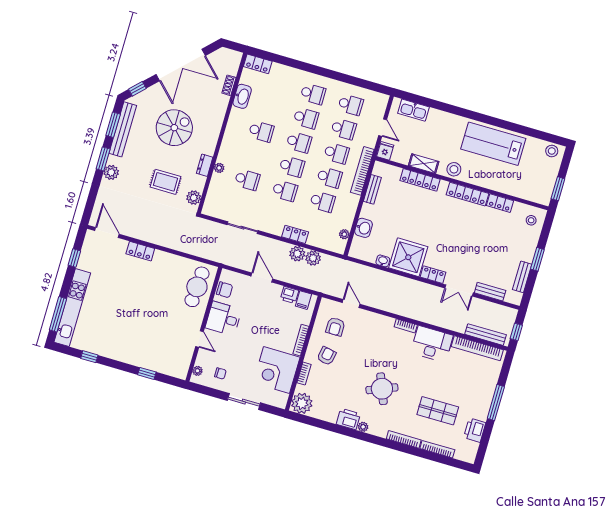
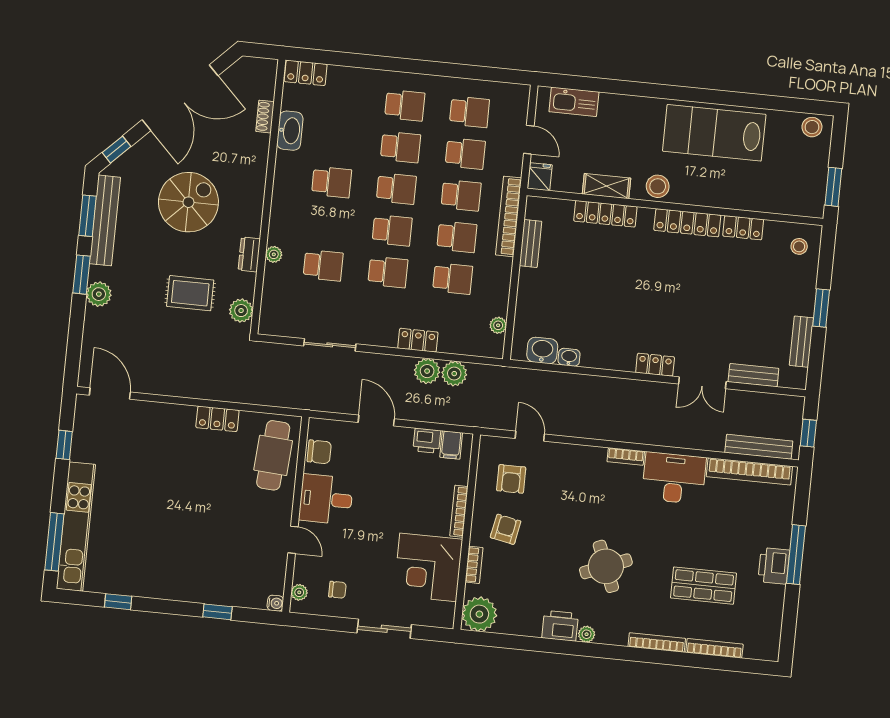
washbasin: (364, 228) -> (542, 350), moved, turned -90
locker: (140, 251) -> (217, 419), moved
shower: (408, 257) -> (609, 344), removed
water cooler: (182, 375) -> (275, 603), added
printer: (475, 430) -> (774, 566), moved

